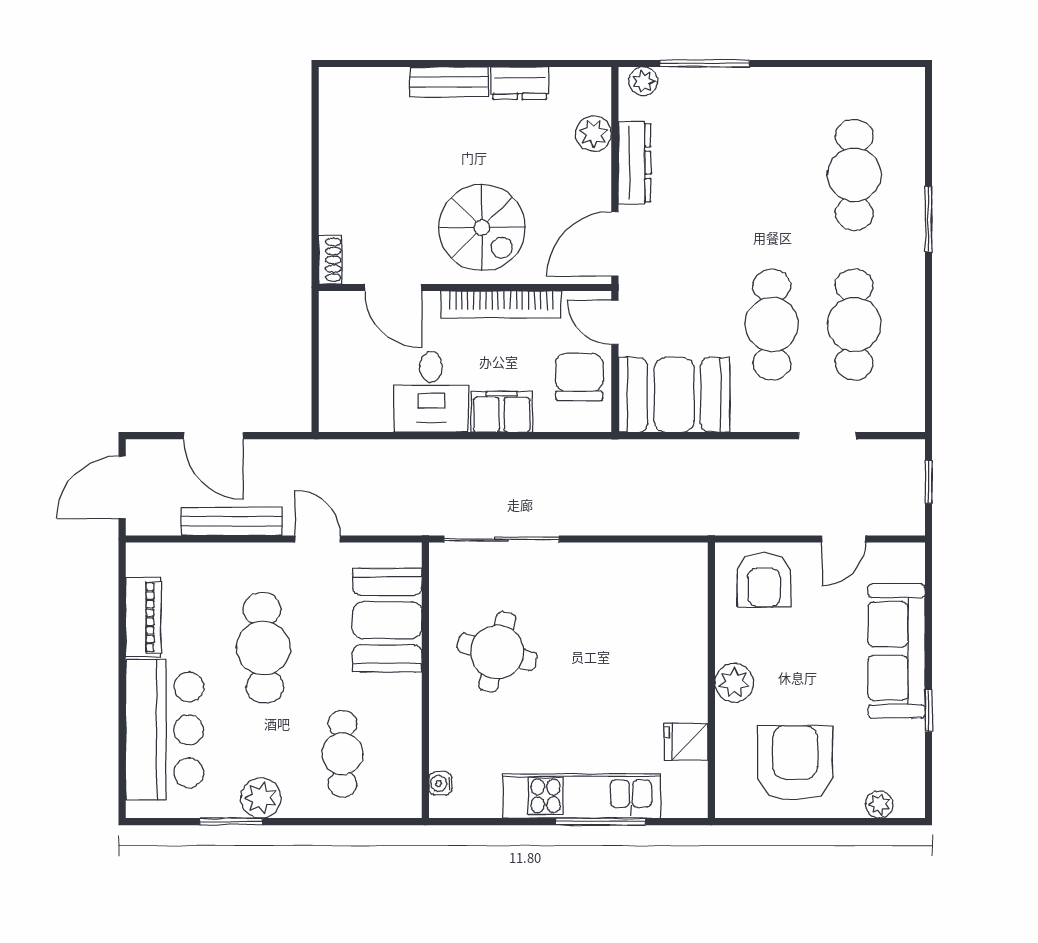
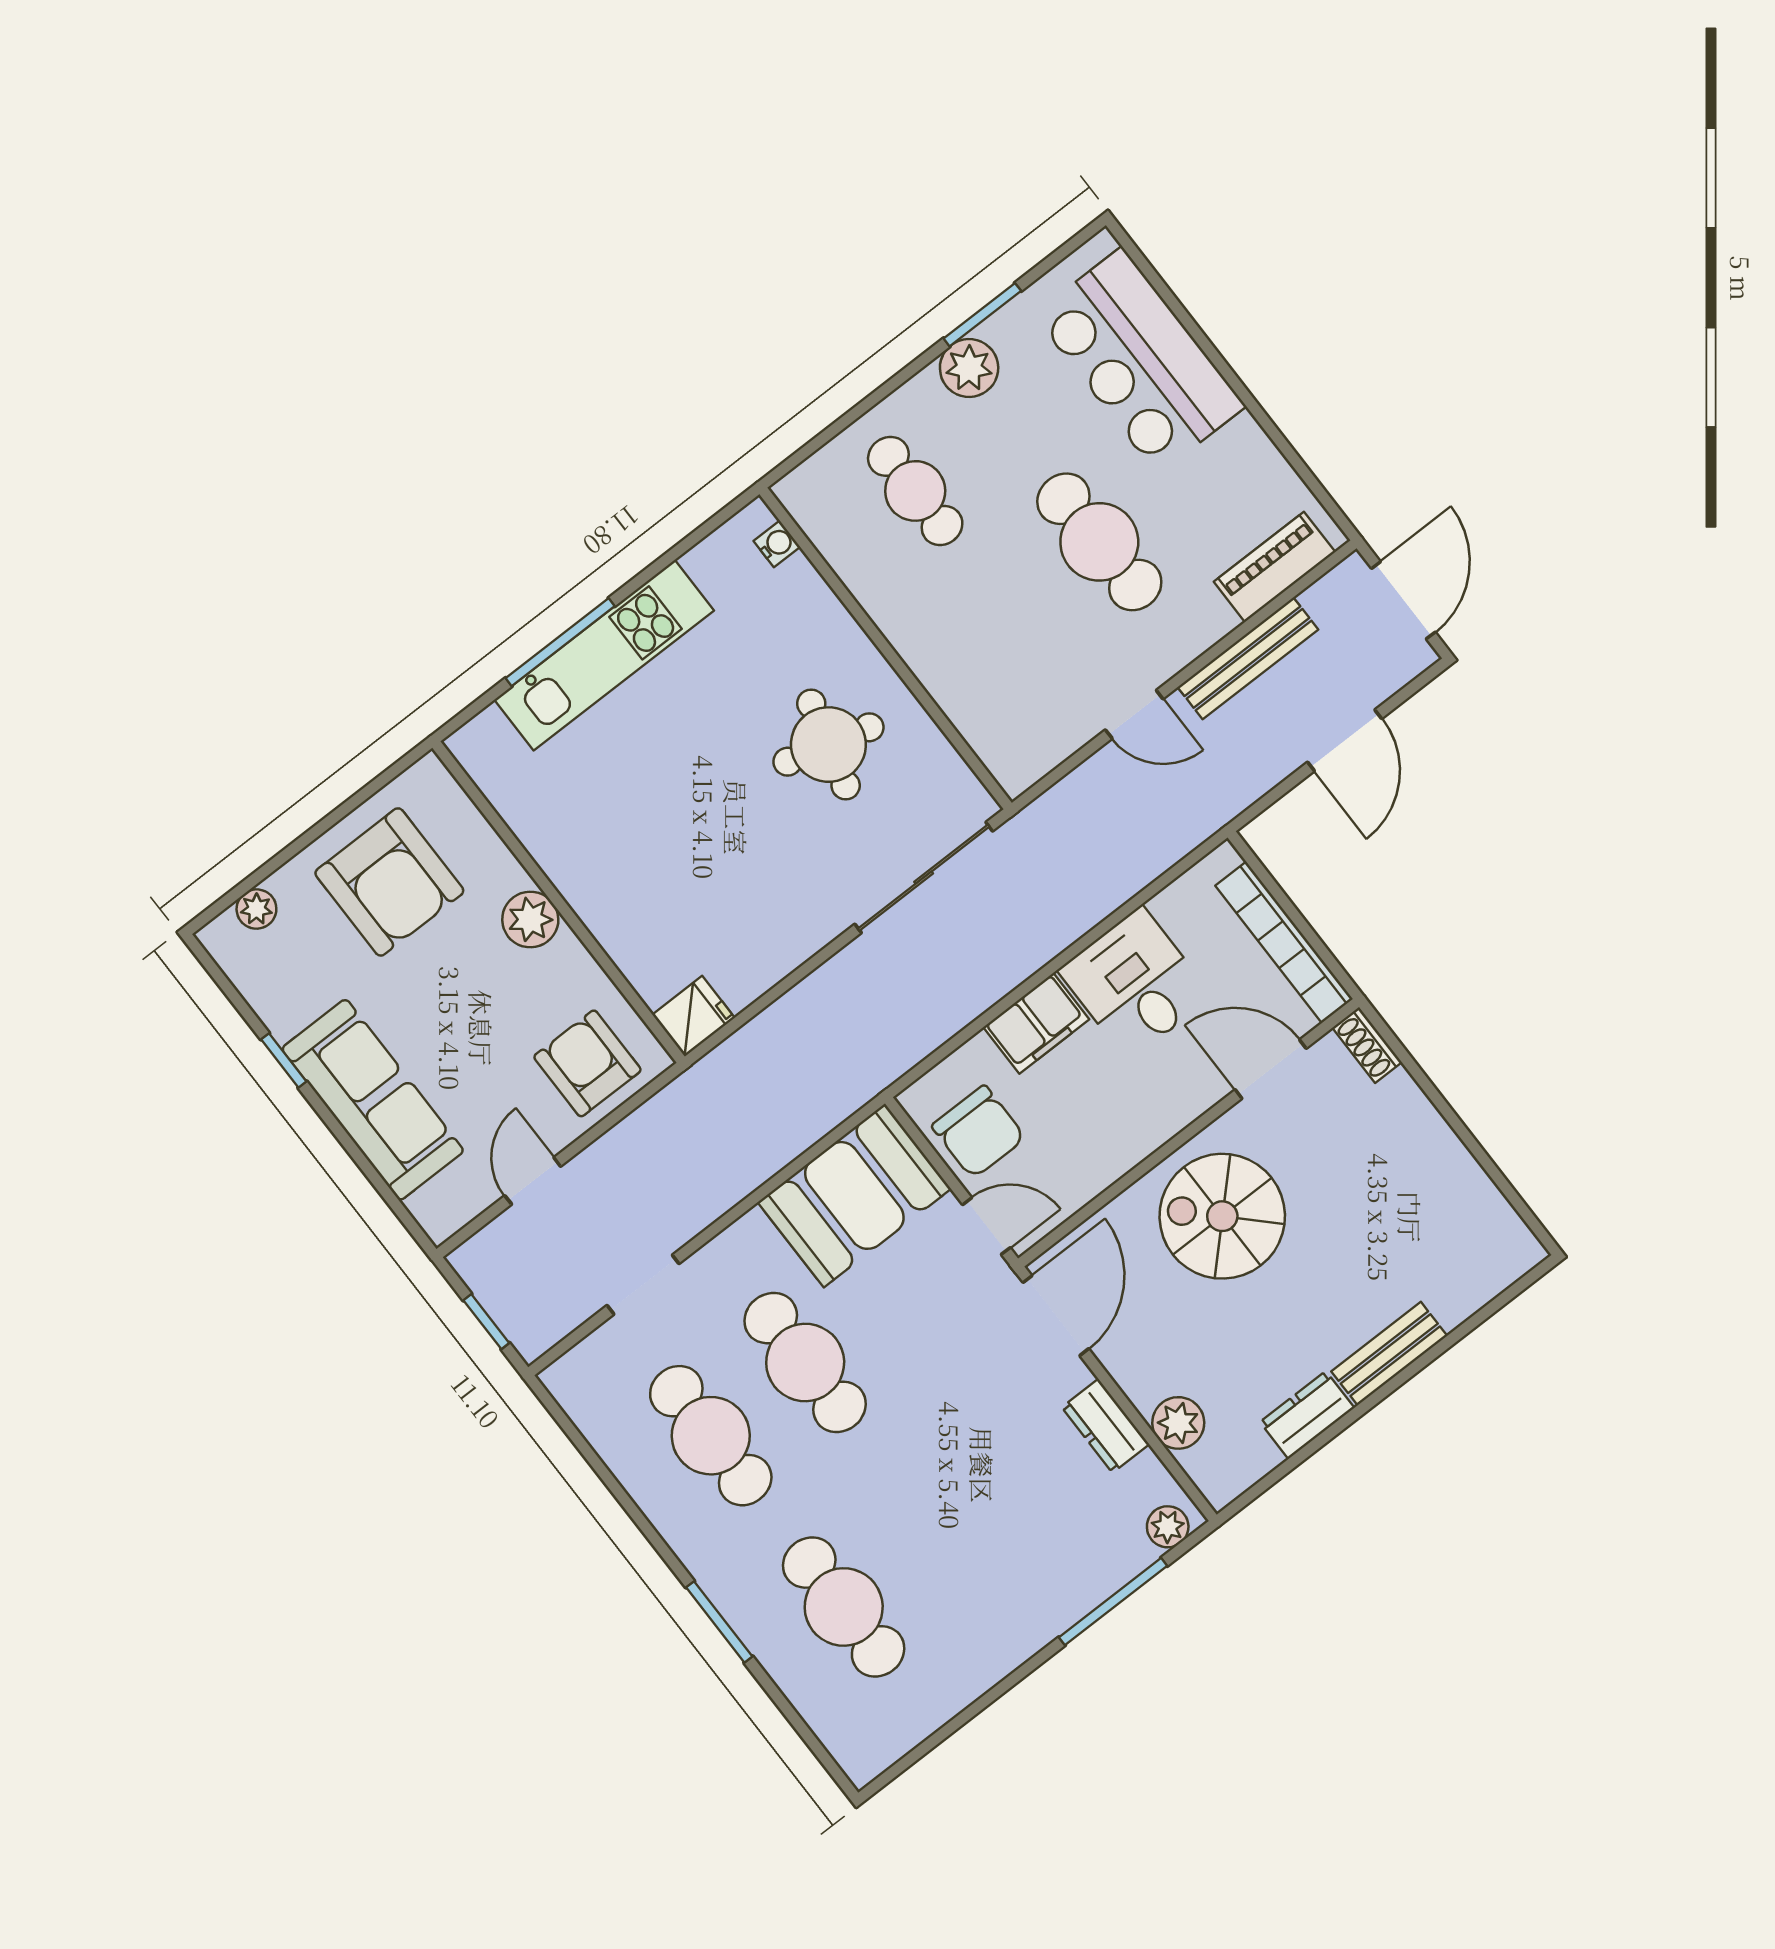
dresser: (635, 163) -> (1105, 1426), width x0.70
bookcase: (501, 305) -> (1284, 942), moved, turned -90
door: (214, 436) -> (1345, 740), swing flipped
piano: (143, 617) -> (1274, 567), moved, turned 90
booth: (387, 620) -> (983, 683), removed
fridge: (686, 742) -> (693, 1016), moved

